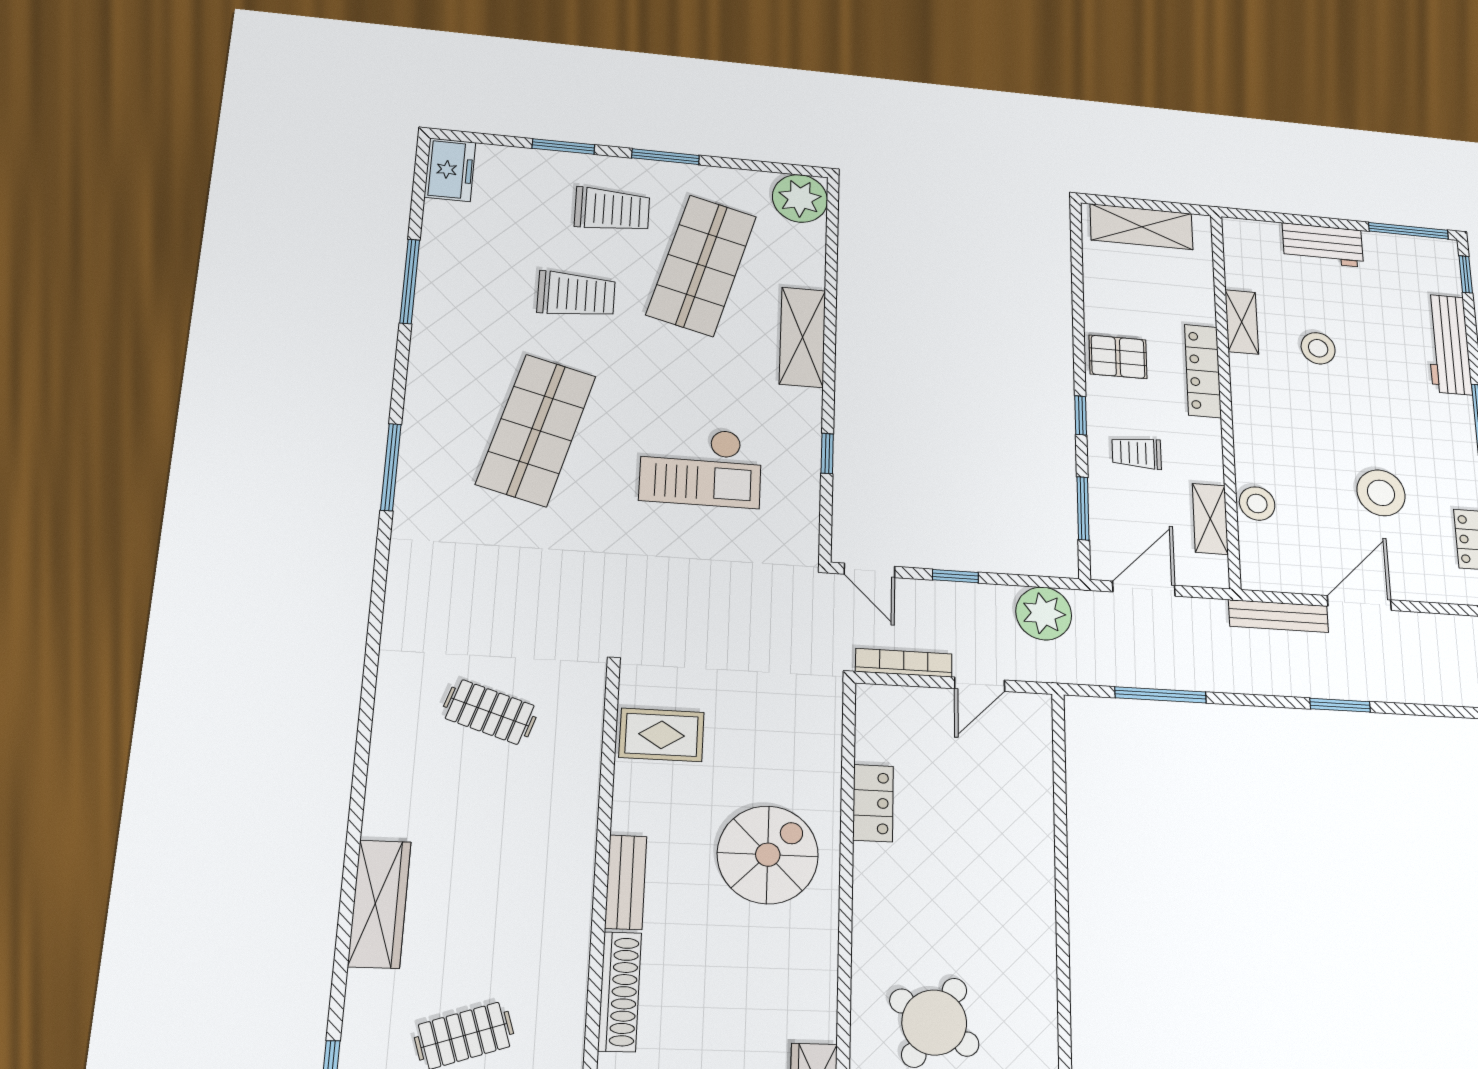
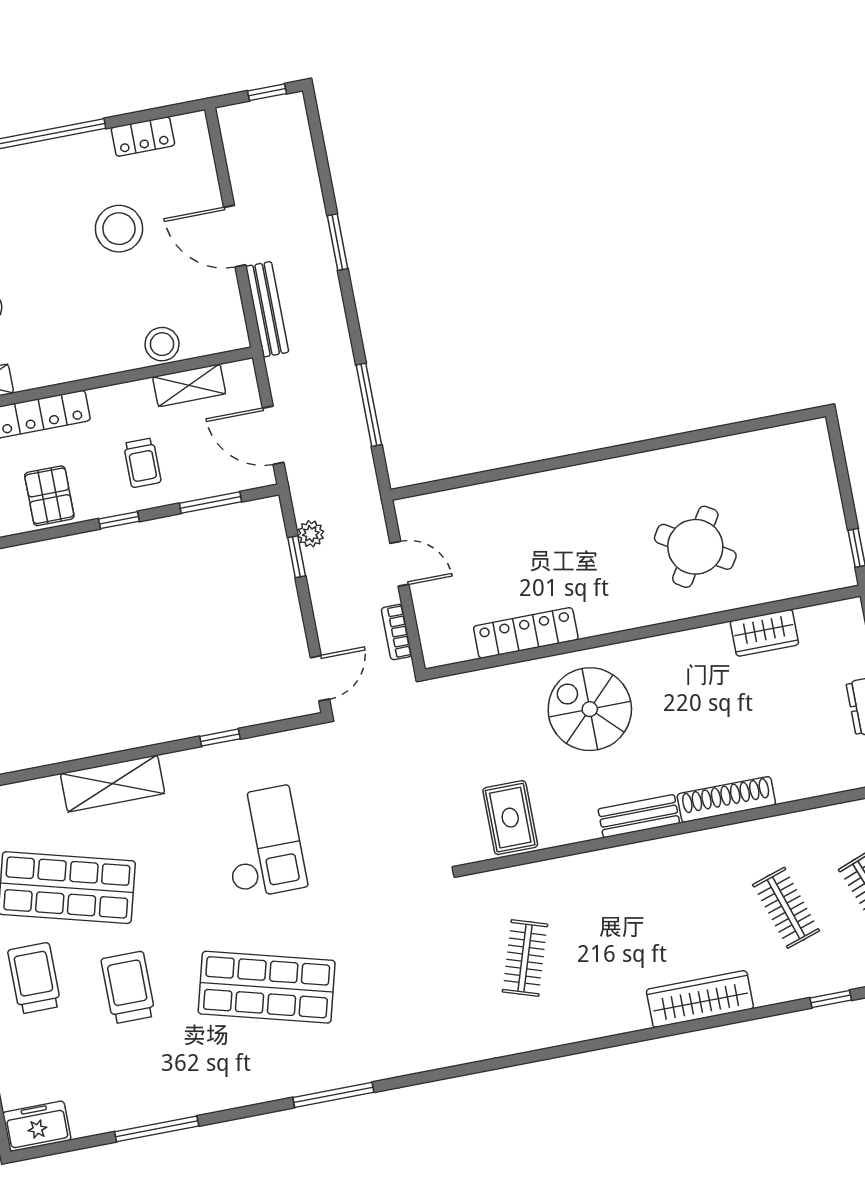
window: (955, 576) -> (297, 557), moved
plant: (1044, 613) -> (311, 534), width x0.53, depth x0.53
bookcase: (904, 663) -> (397, 632), width x0.64
locker: (873, 803) -> (526, 633), width x1.53

